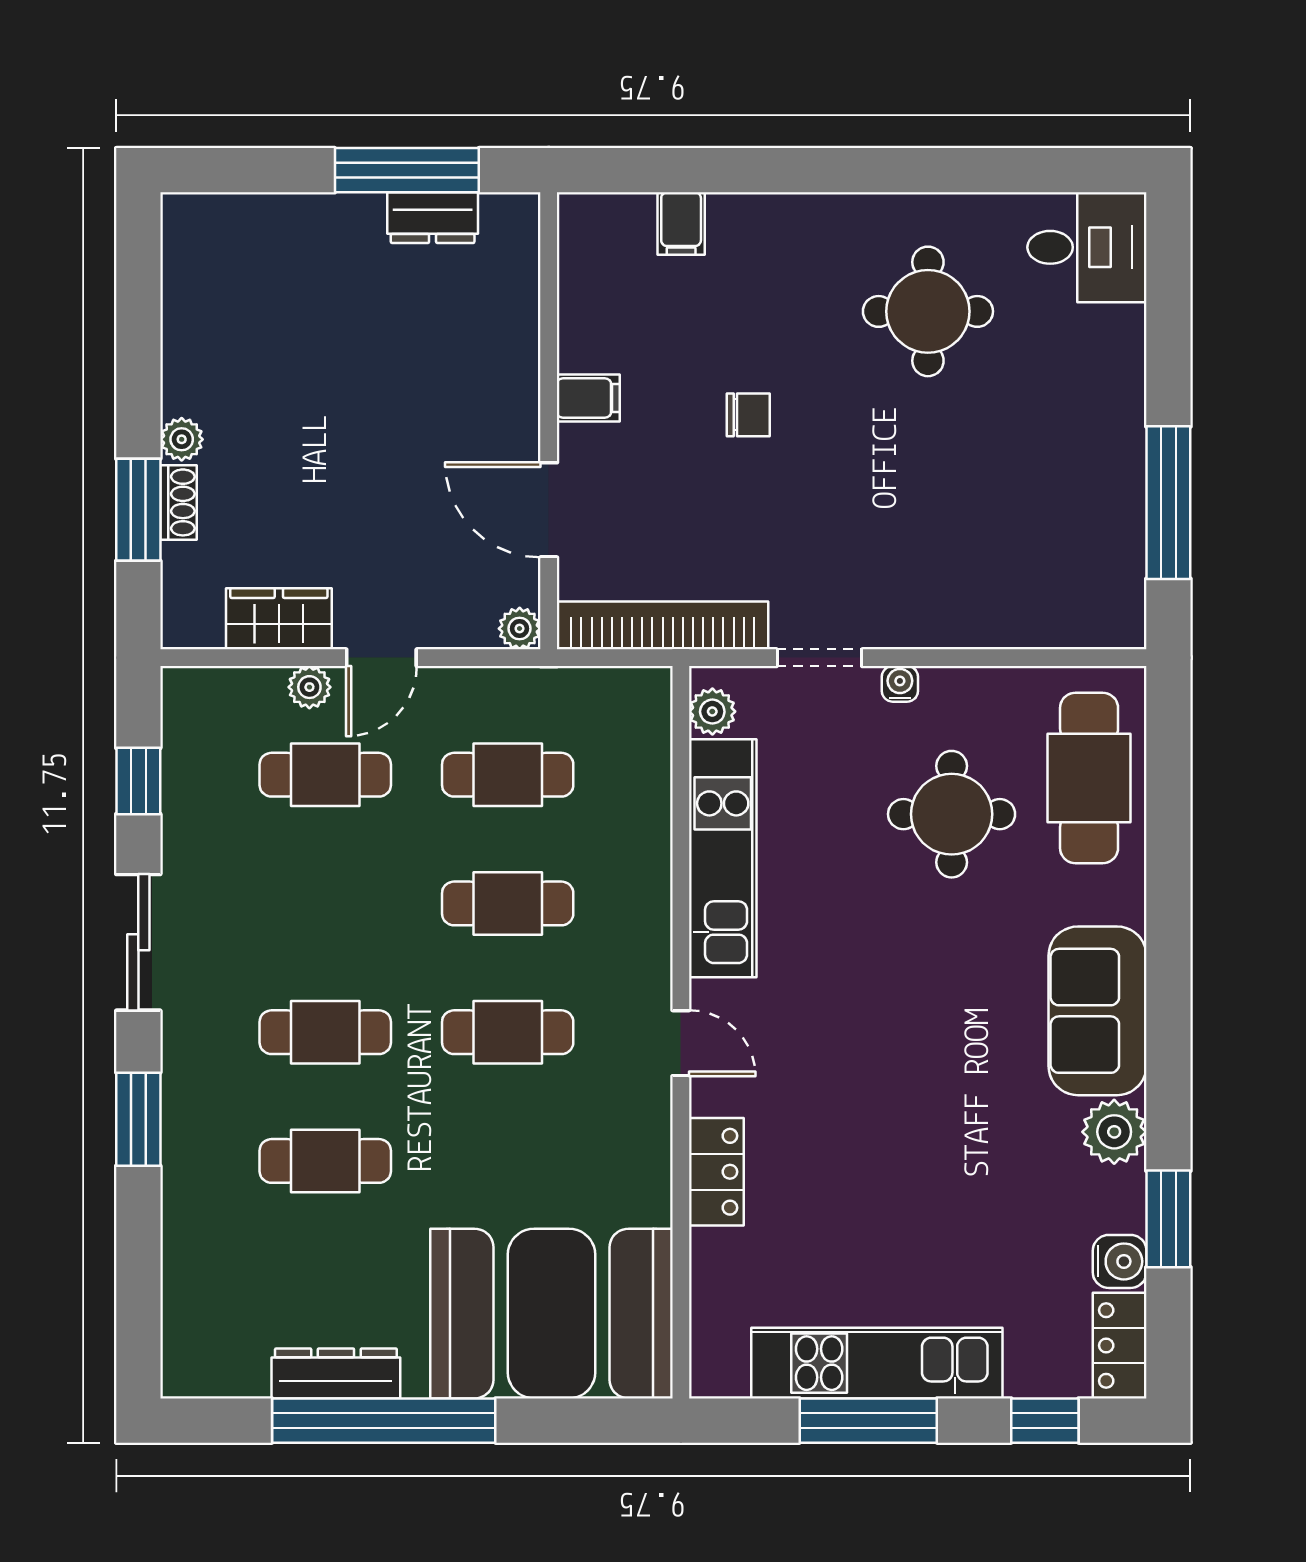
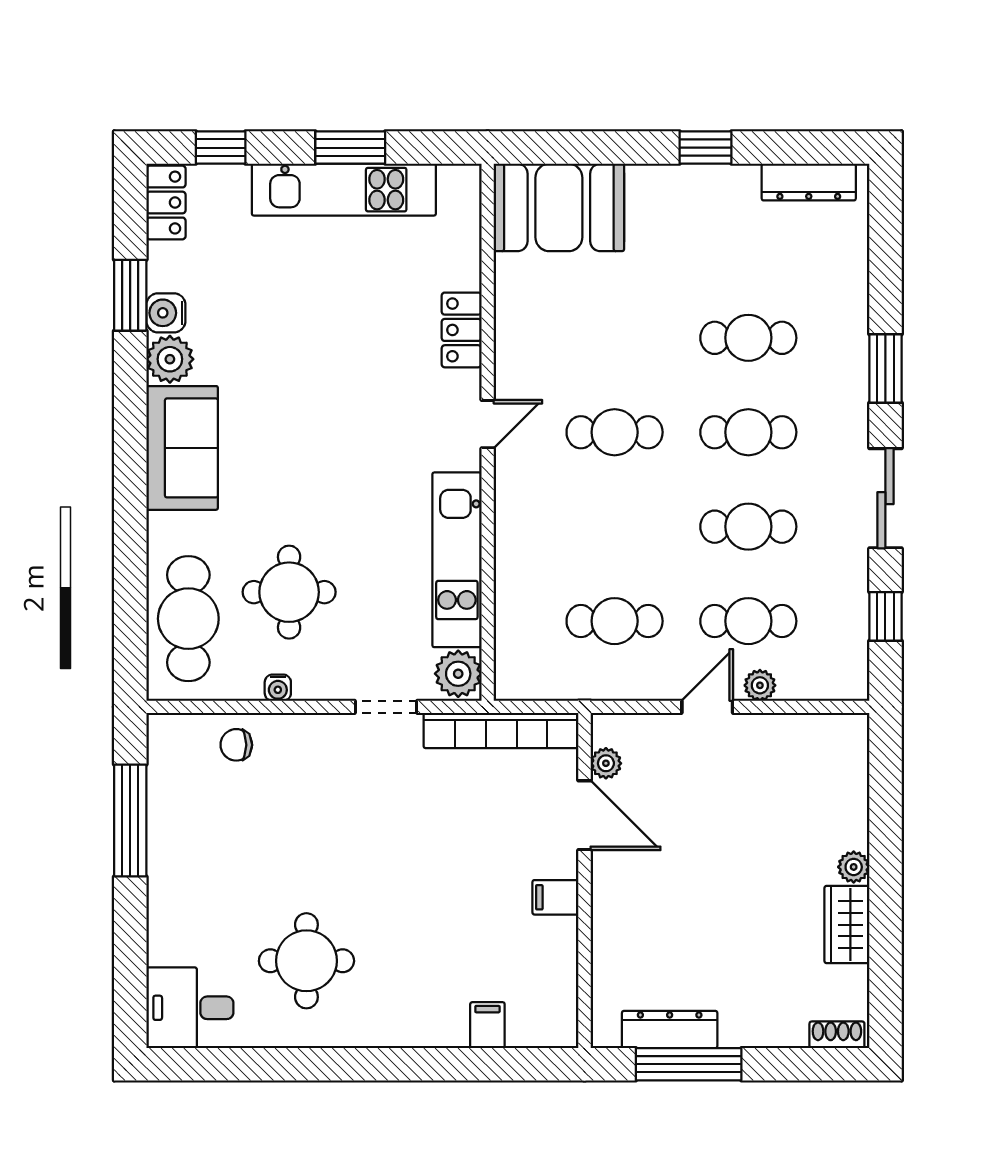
dresser: (433, 218) -> (670, 1030), width x1.44
chair: (748, 415) -> (236, 745), moved
shoe rack: (179, 502) -> (837, 1035), moved, turned 90
window: (138, 510) -> (885, 815), removed
wardrobe: (279, 619) -> (847, 925), moved, turned 90
plant: (520, 629) -> (606, 763), moved
water cooler: (900, 684) -> (278, 688), moved
plant: (712, 712) -> (458, 674), width x1.38, depth x1.38
cafe table: (508, 903) -> (748, 527), moved
door: (681, 1043) -> (488, 424), swing flipped
water cooler: (1120, 1261) -> (166, 313), moved
booth: (552, 1314) -> (559, 207), width x0.73, depth x0.70
dresser: (336, 1373) -> (809, 182), moved
window: (384, 1421) -> (705, 148), width x0.32
window: (868, 1421) -> (350, 148), width x0.69

